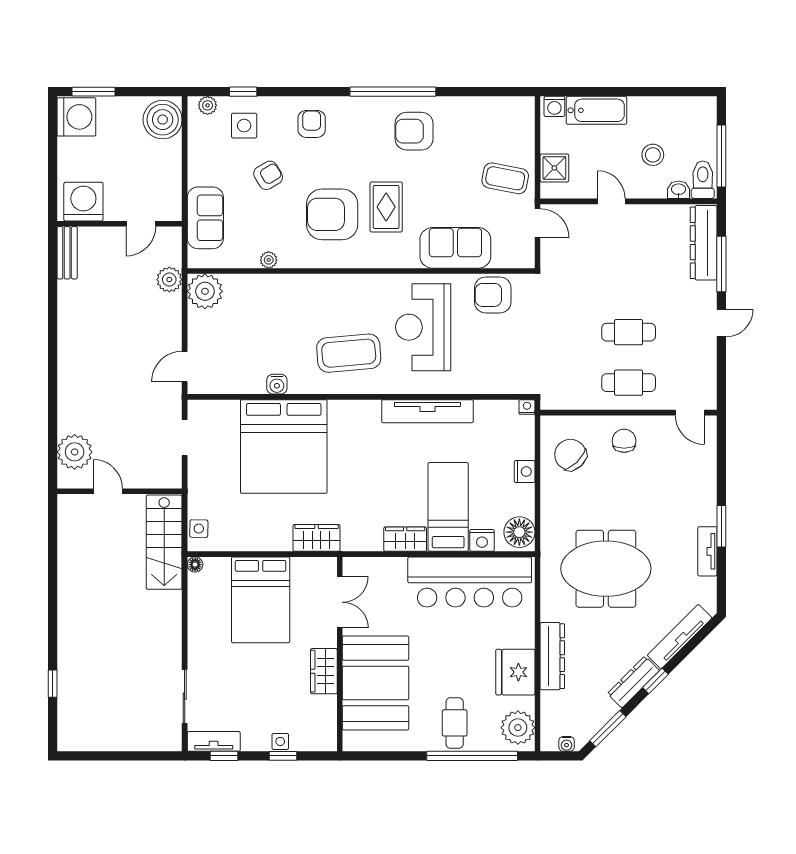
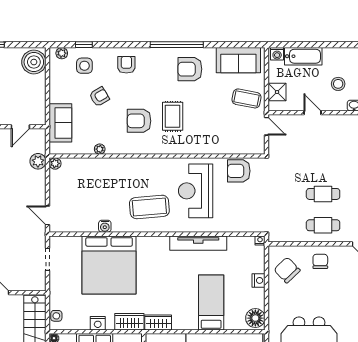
armchair: (332, 214) -> (139, 121), width x0.73, depth x0.73
sofa: (455, 248) -> (238, 60), moved, turned 180
plant: (205, 291) -> (55, 163), width x0.53, depth x0.53
door: (185, 367) -> (48, 215), hinge flipped
wardrobe: (405, 539) -> (158, 322), moved
nightstand: (482, 540) -> (98, 323), moved

